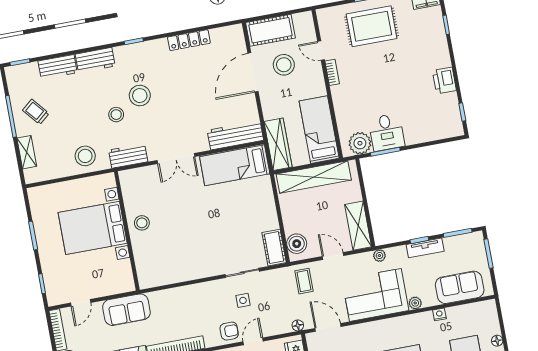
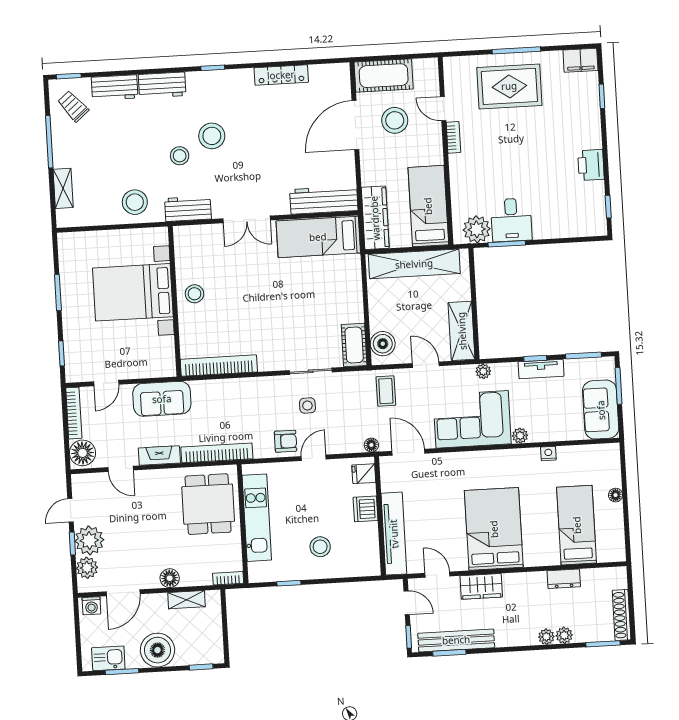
trolley: (36, 112) -> (73, 106), moved
bookcase: (168, 278) -> (219, 366), added
sofa: (460, 287) -> (601, 410), moved, turned -90

